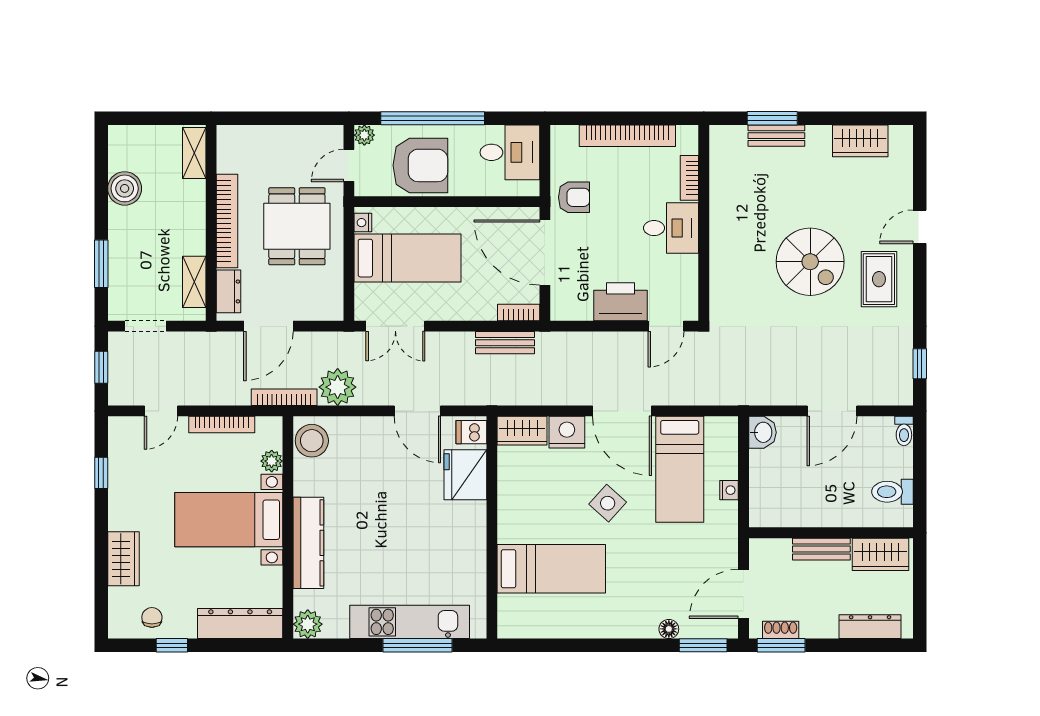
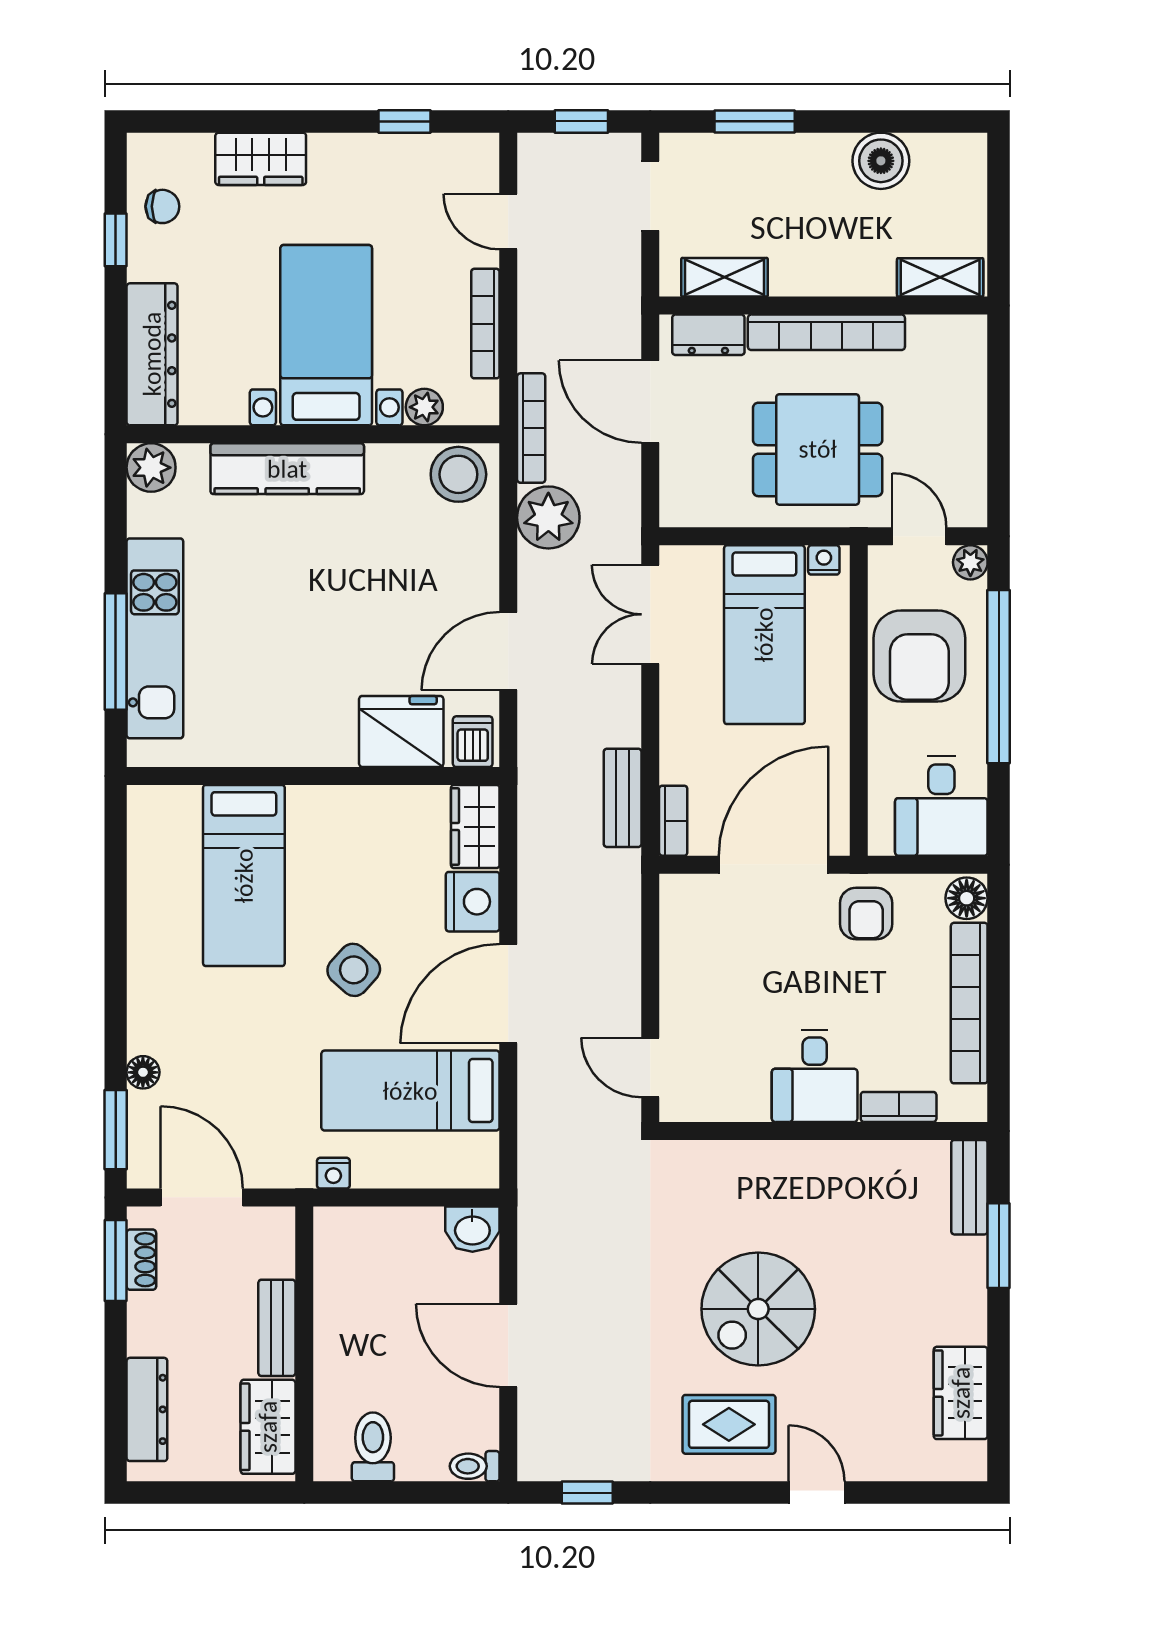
bench: (776, 136) -> (969, 1187), moved
floor lamp: (565, 137) -> (967, 898), added
printer: (620, 302) -> (691, 991), removed
nightstand: (729, 490) -> (333, 1173), moved

